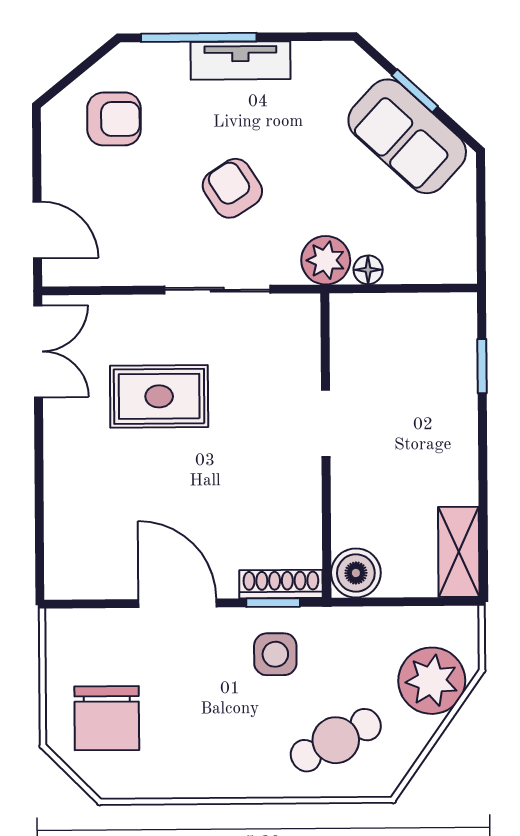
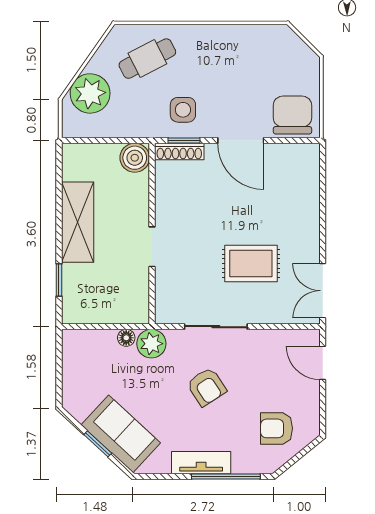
sofa: (407, 136) -> (121, 434), moved
shelving: (459, 552) -> (78, 222), moved, width x1.50, depth x1.33
chair: (107, 718) -> (292, 115), moved

